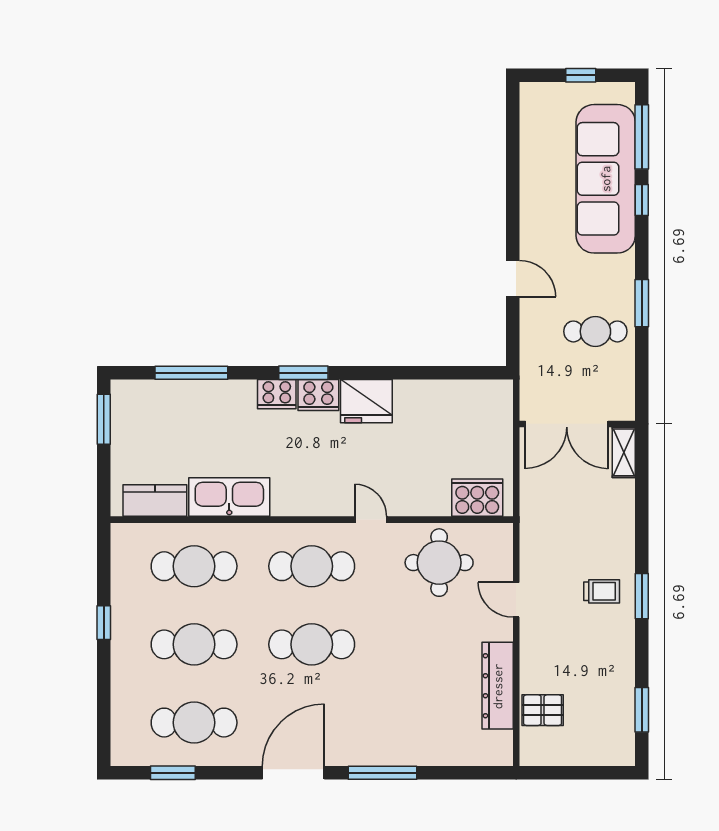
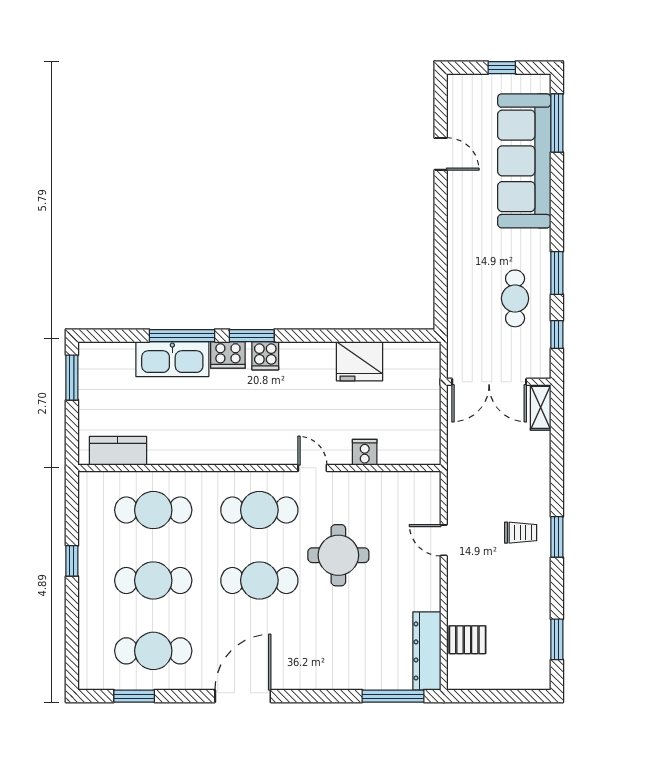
window: (642, 200) -> (557, 335), moved
door: (513, 278) -> (441, 154), moved
cafe table: (595, 331) -> (515, 298), turned 90
window: (191, 373) -> (182, 336), moved
cooker: (318, 395) -> (265, 356), width x0.73
fridge: (366, 401) -> (359, 361), moved
kitchen sink: (229, 497) -> (172, 359), moved, turned 180
cooker: (477, 498) -> (365, 452), moved, width x0.53, depth x0.76
round table: (439, 563) -> (338, 555), moved
dresser: (498, 686) -> (427, 651), moved
window: (383, 773) -> (393, 696), moved

